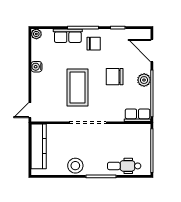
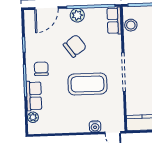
plant: (36, 34) -> (33, 117), moved
water cooler: (36, 67) -> (95, 126), moved
chair: (115, 77) -> (75, 46), turned -126
stool: (133, 131) -> (131, 25), added

